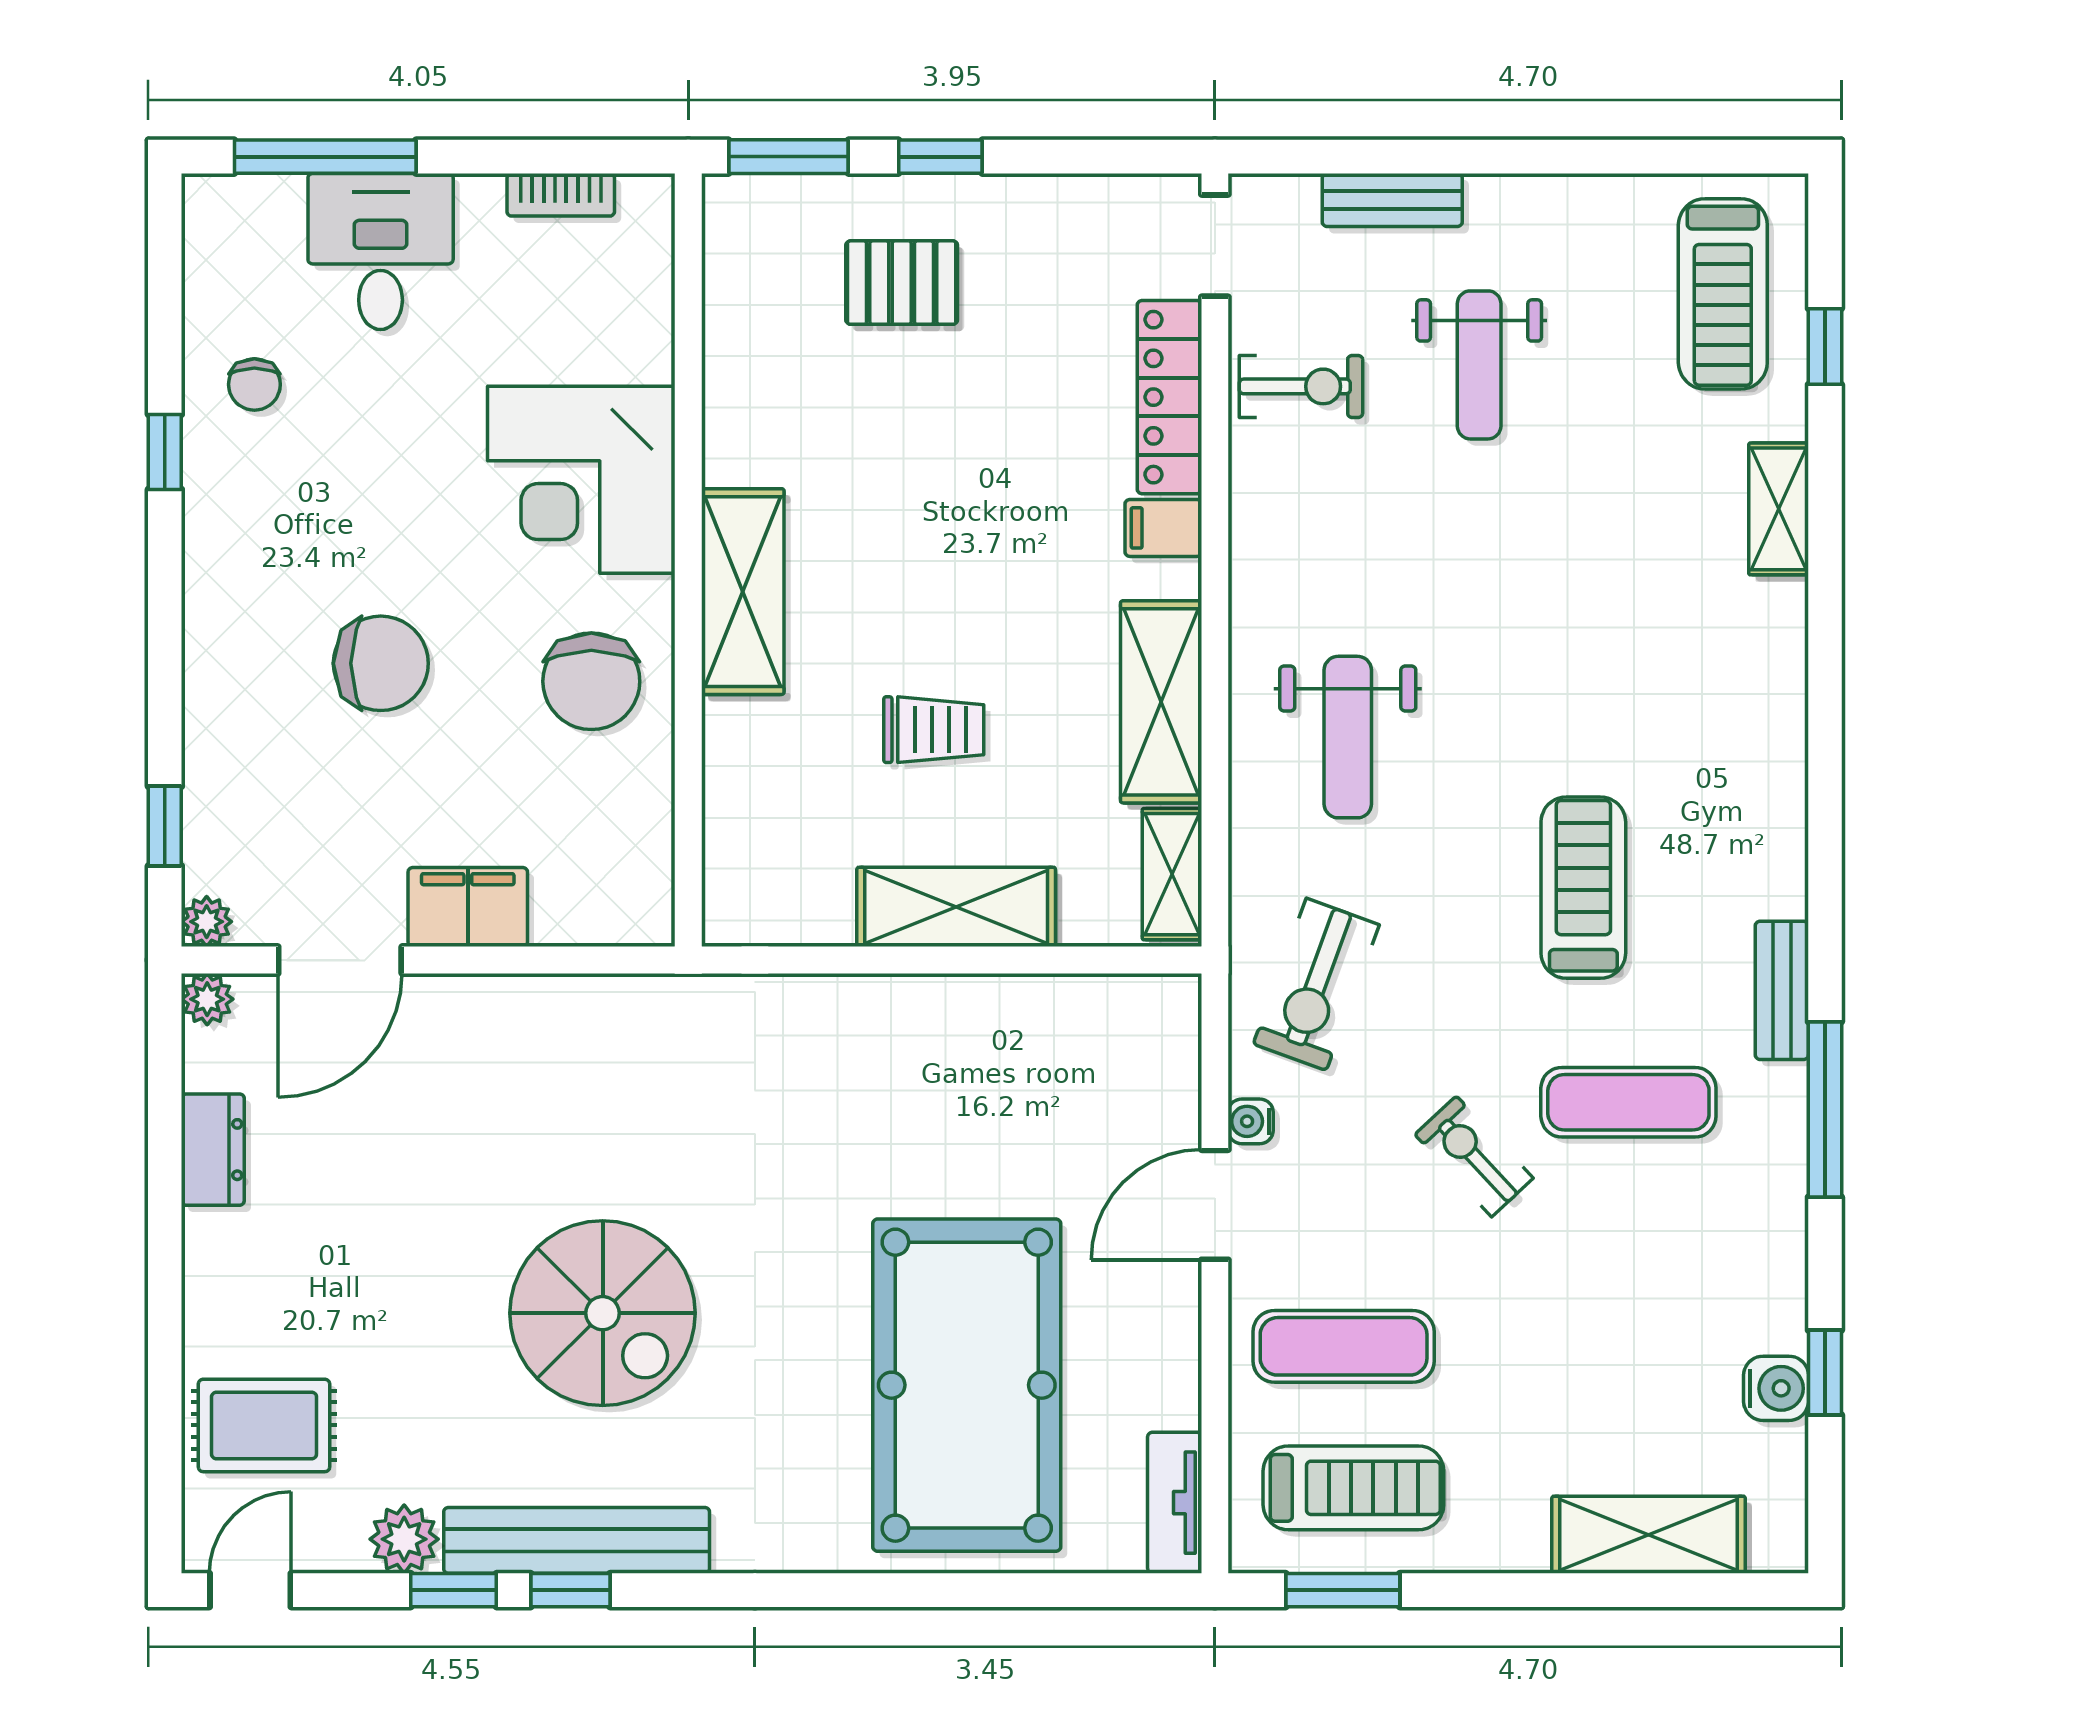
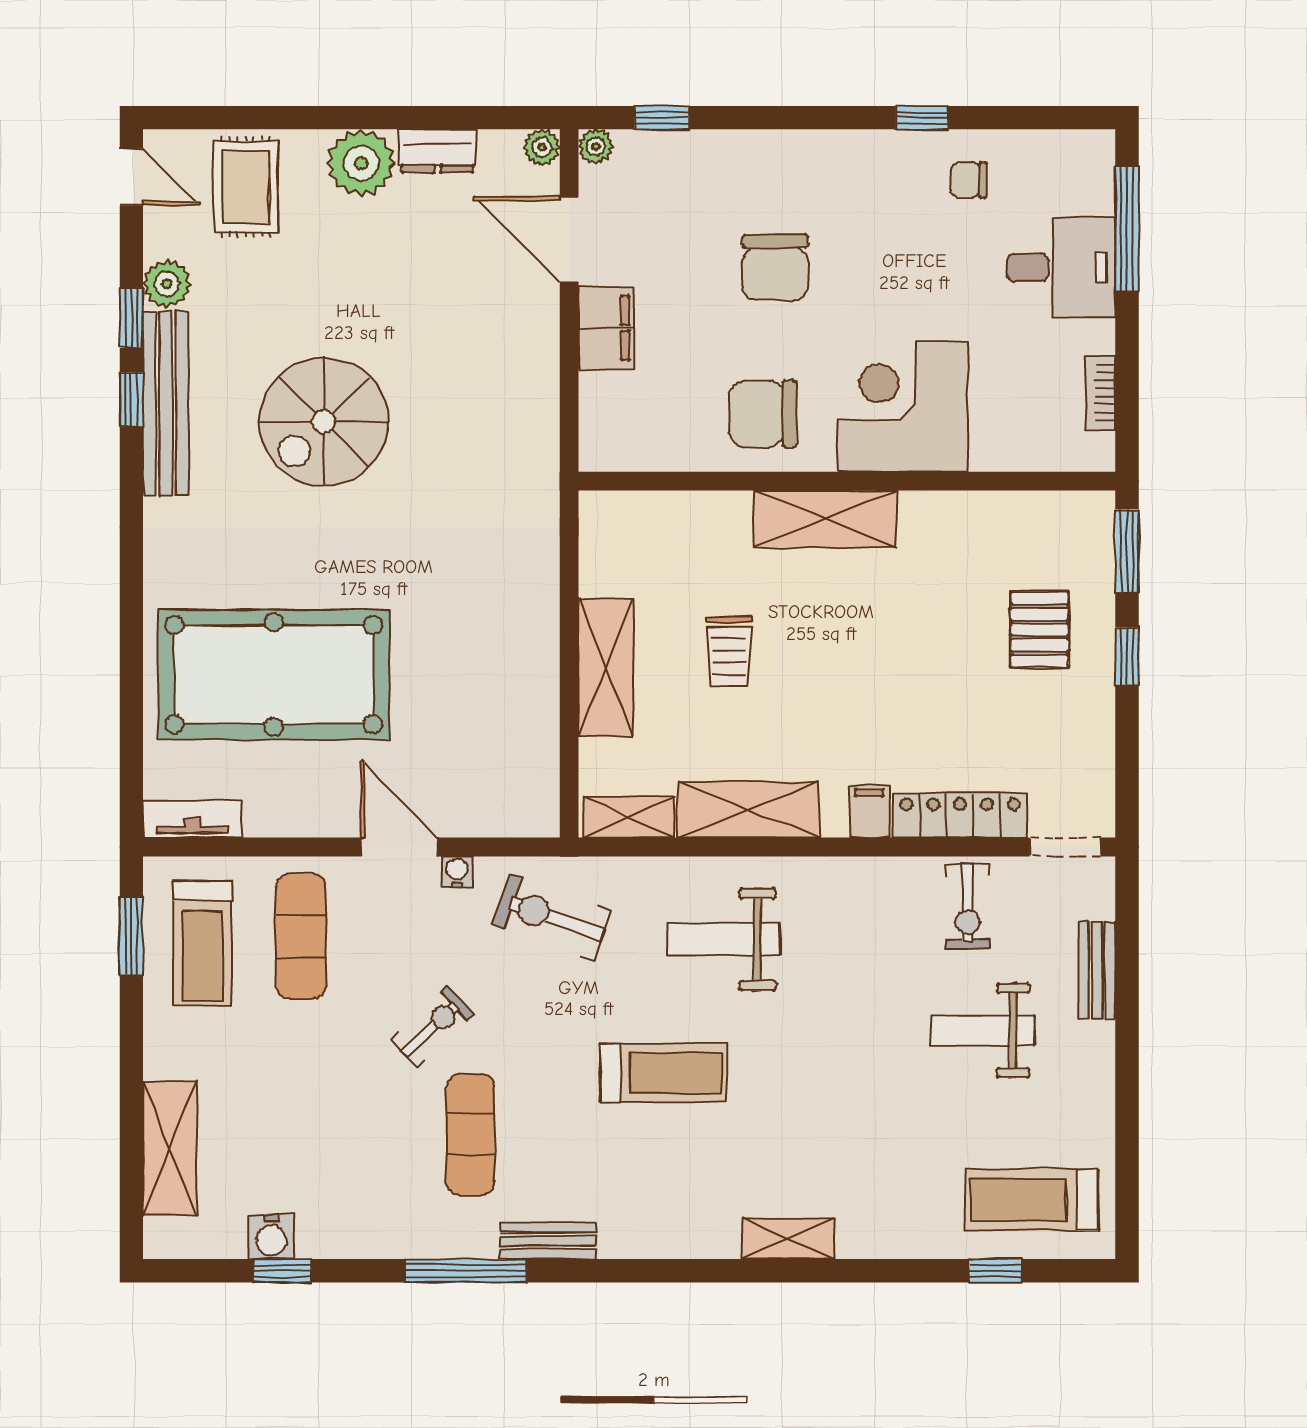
shelving: (1779, 509) -> (788, 1239), moved
treadmill: (1583, 888) -> (663, 1073), moved
plant: (230, 1259) -> (361, 163), added

